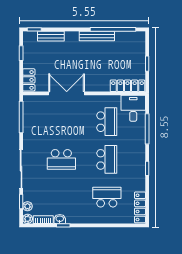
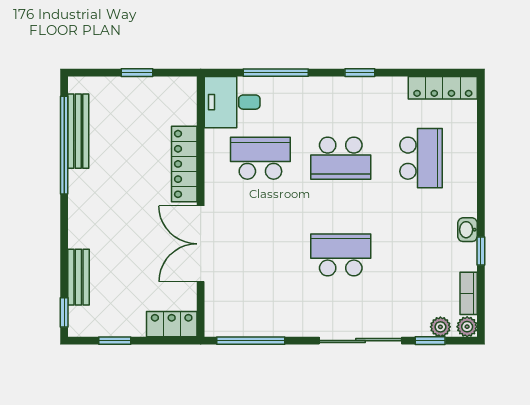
bench: (97, 36) -> (78, 131), moved
locker: (127, 86) -> (184, 164), moved
school desk: (61, 159) -> (341, 255), turned -90
school desk: (107, 159) -> (341, 158), turned 180
school desk: (107, 197) -> (421, 158), turned 180
washbasin: (60, 219) -> (467, 230), moved

